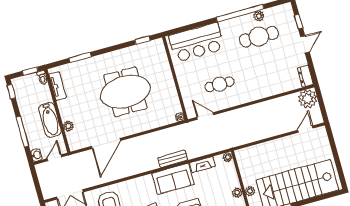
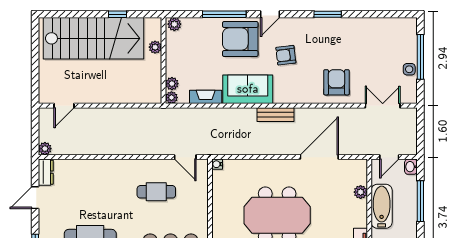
door: (305, 44) -> (35, 198), moved
plant: (308, 99) -> (45, 149), width x0.53, depth x0.53
bench: (173, 159) -> (276, 115), moved
plant: (237, 193) -> (172, 84), moved

